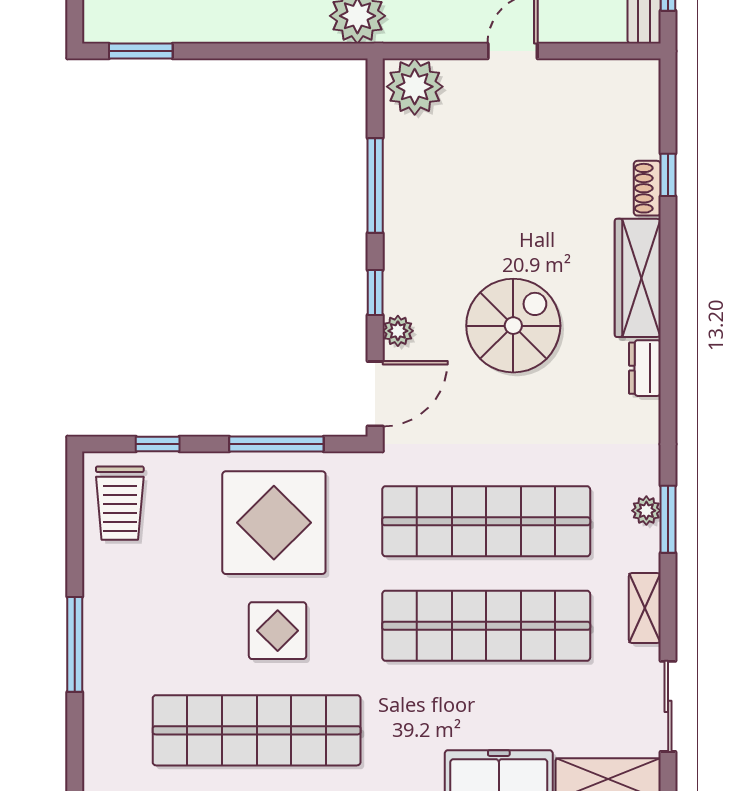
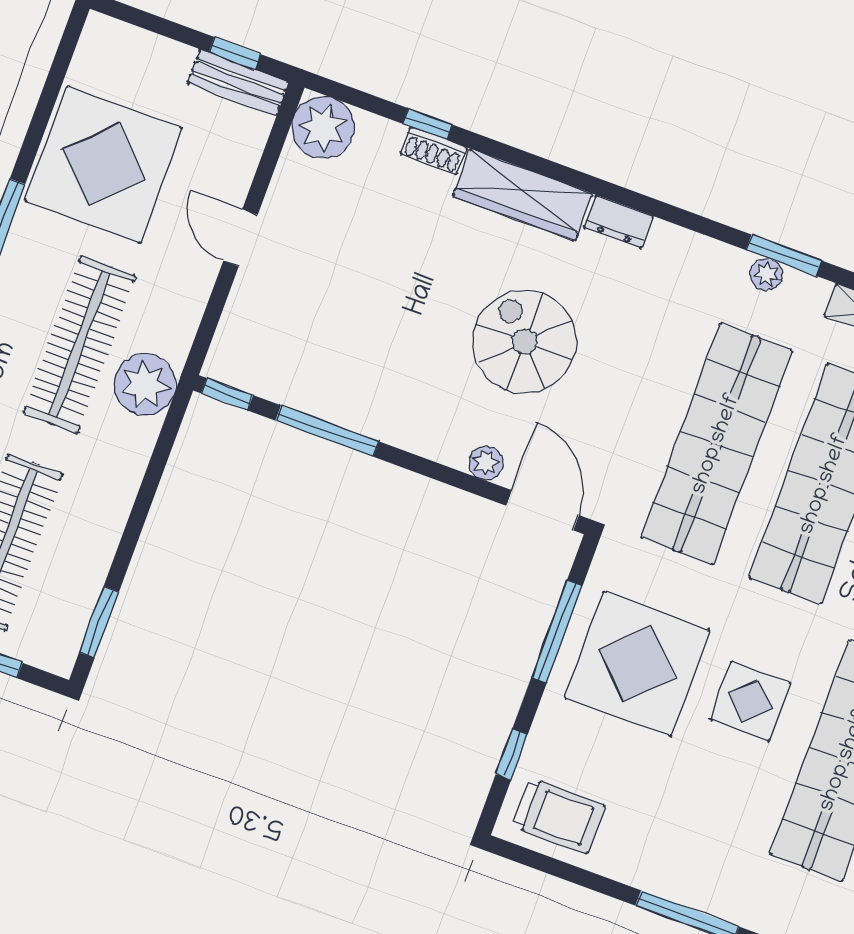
plant: (415, 87) -> (323, 127), moved
window: (375, 292) -> (227, 394), moved

